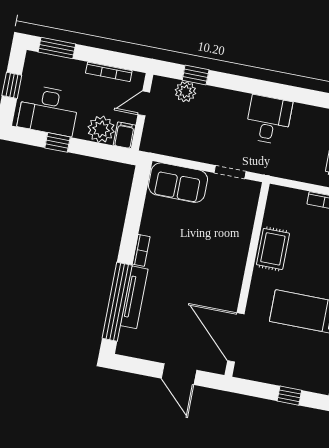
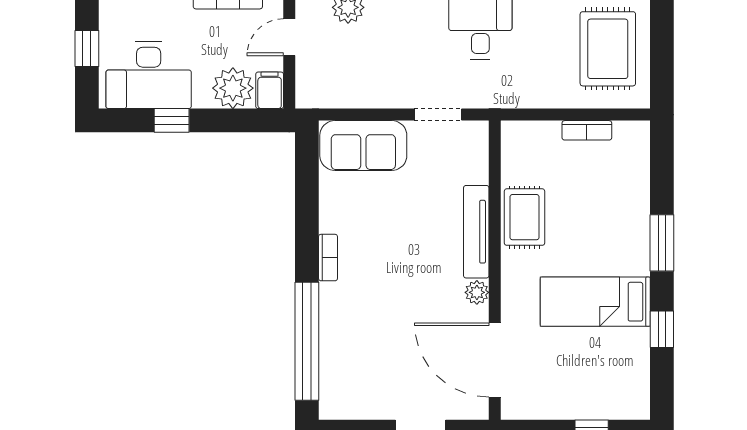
plant: (233, 292) -> (477, 292), added
tv unit: (134, 297) -> (476, 232), moved, turned 180

